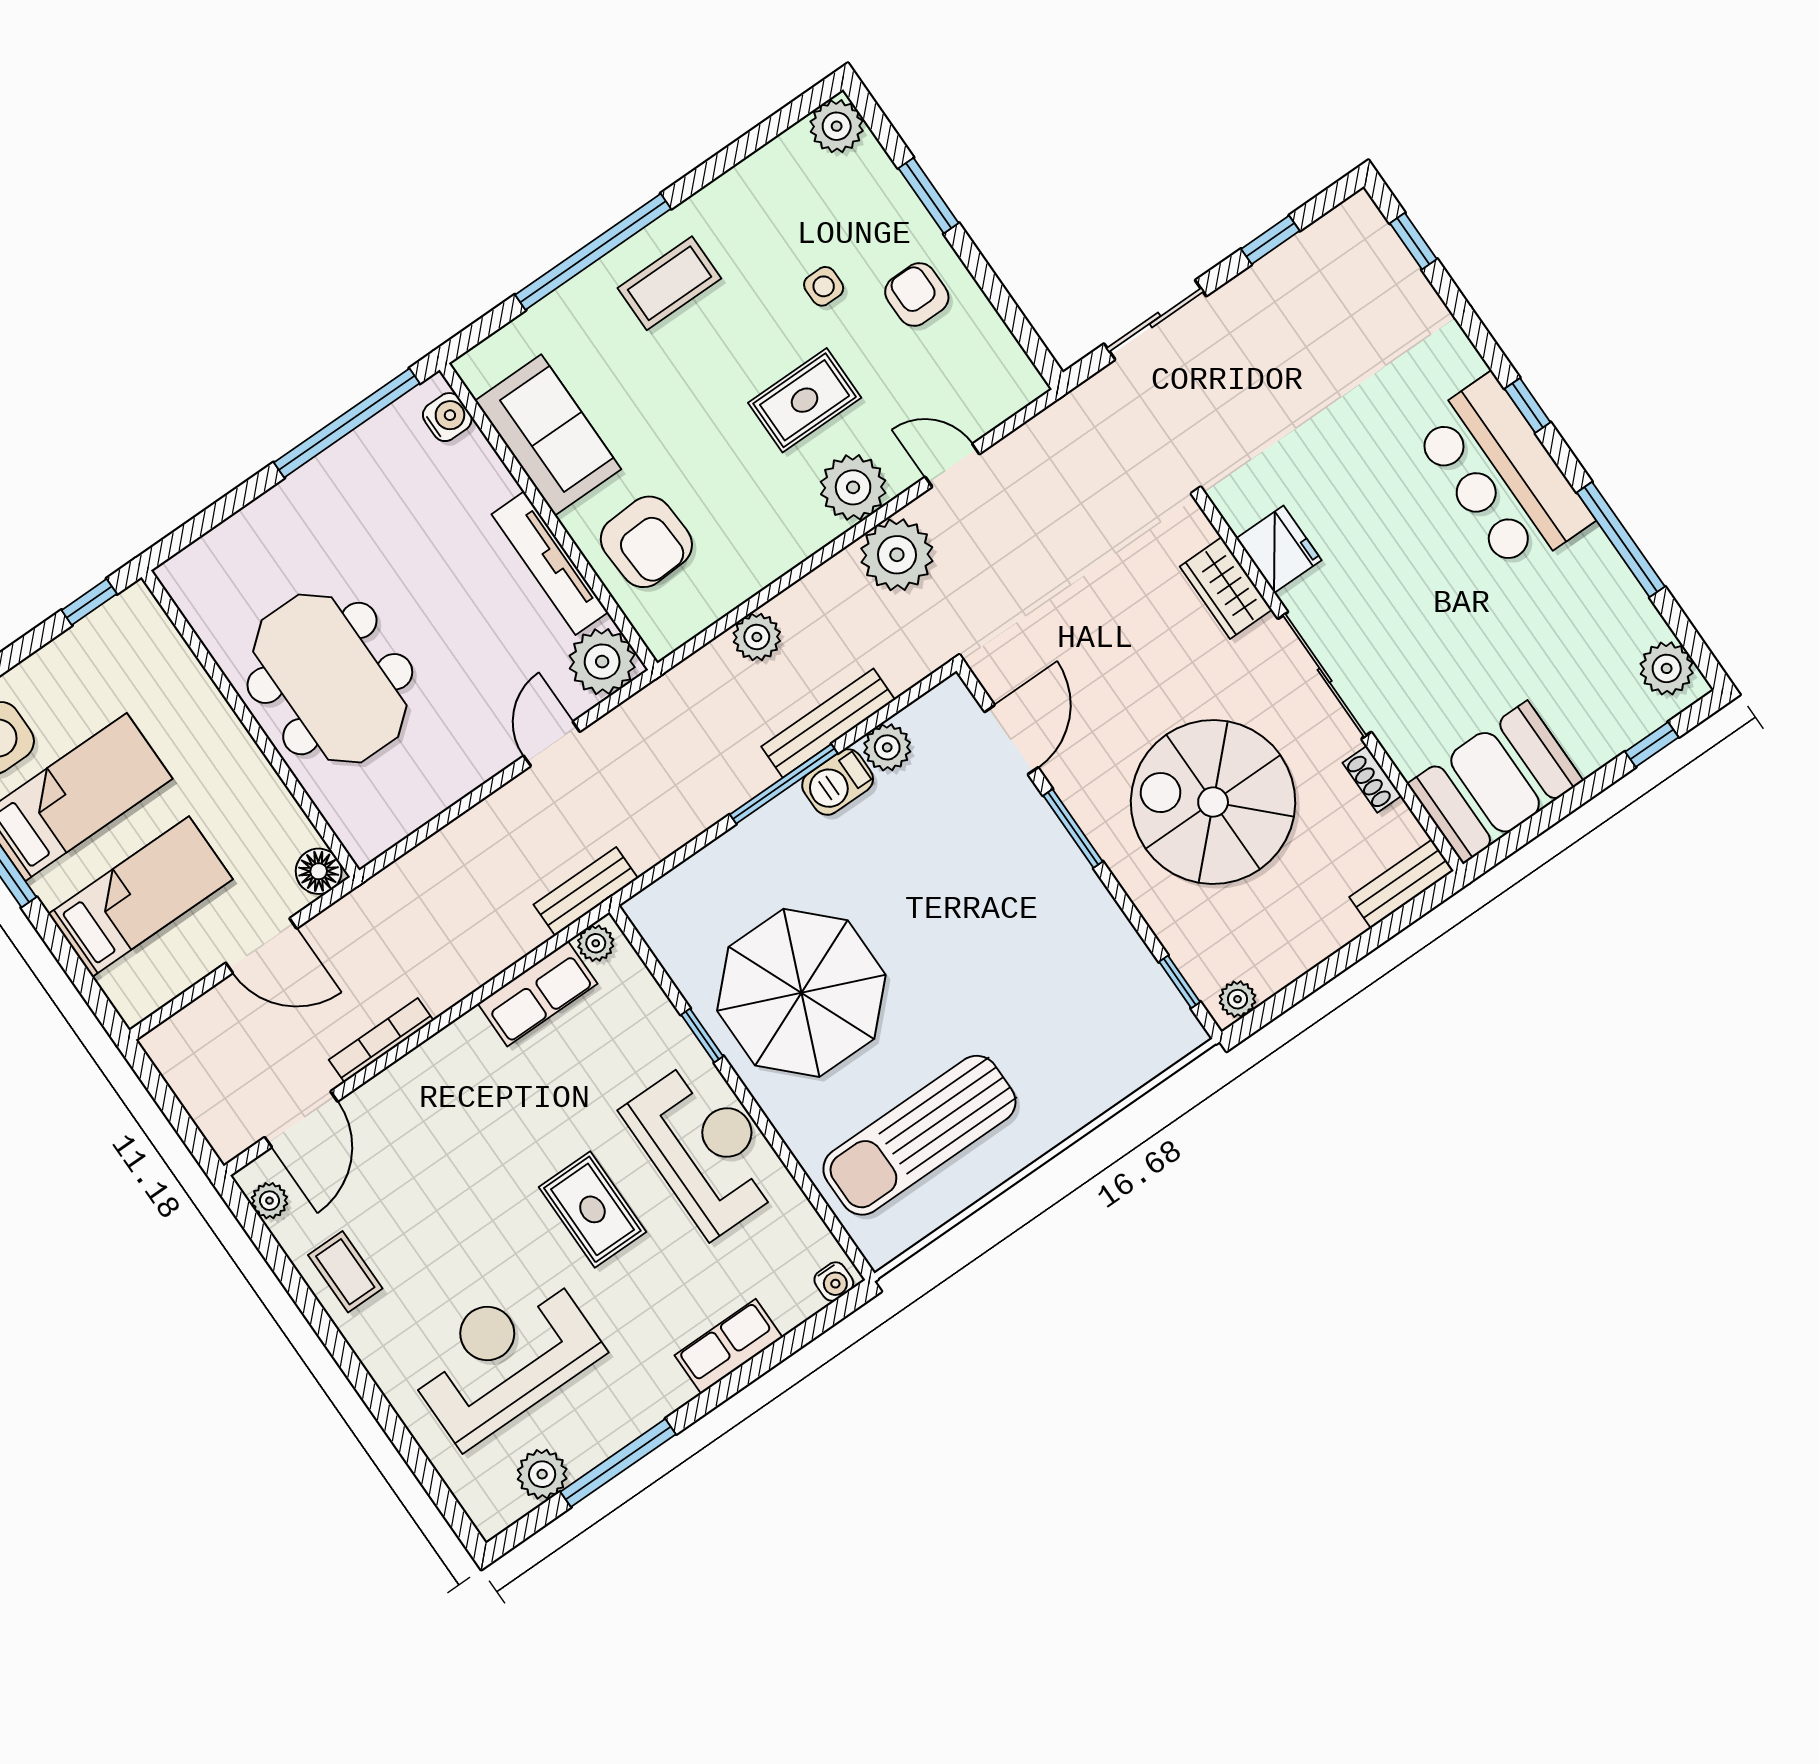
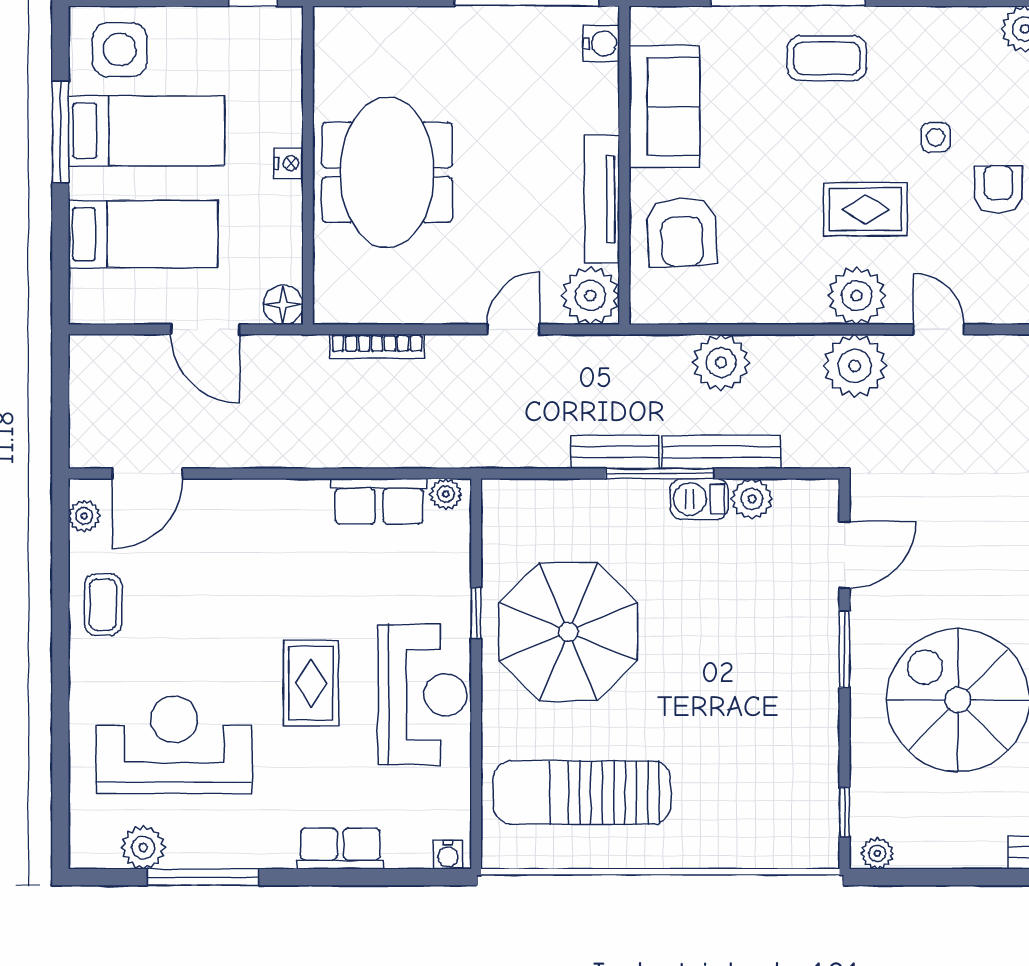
plant: (757, 637) -> (721, 363), width x1.36, depth x1.36
nightstand: (231, 734) -> (289, 163), added
bench: (586, 891) -> (615, 452), moved
bookcase: (381, 1040) -> (377, 346), moved, turned 180

